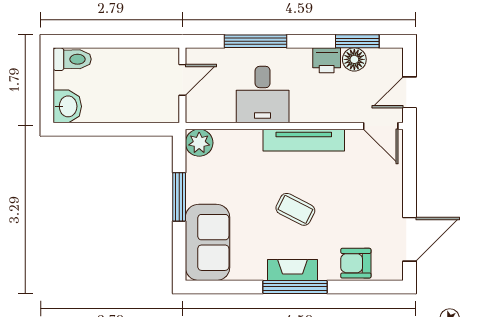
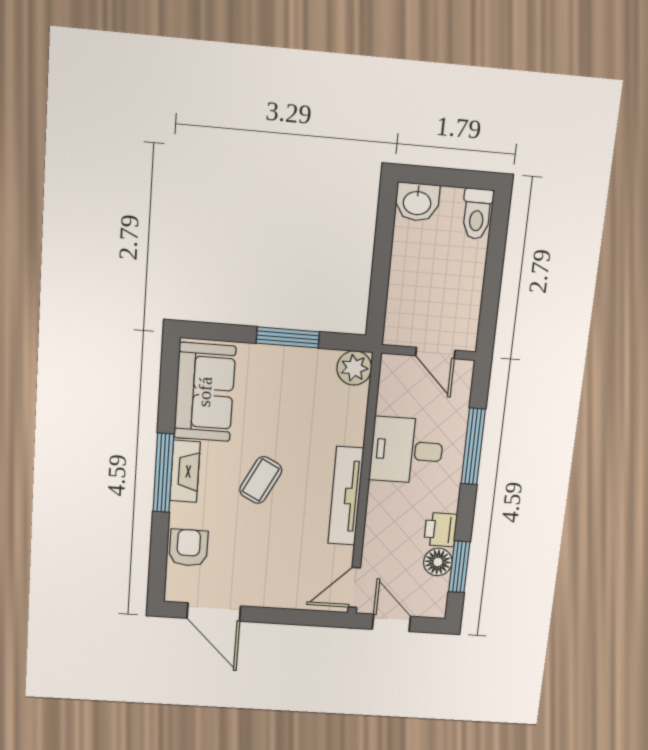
sofa: (208, 242) -> (205, 392), moved, turned -90

